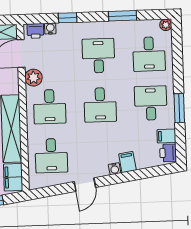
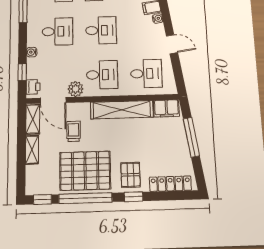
window: (68, 18) -> (22, 72), moved
water cooler: (50, 29) -> (32, 52), moved
desk: (98, 56) -> (57, 31), turned 180

